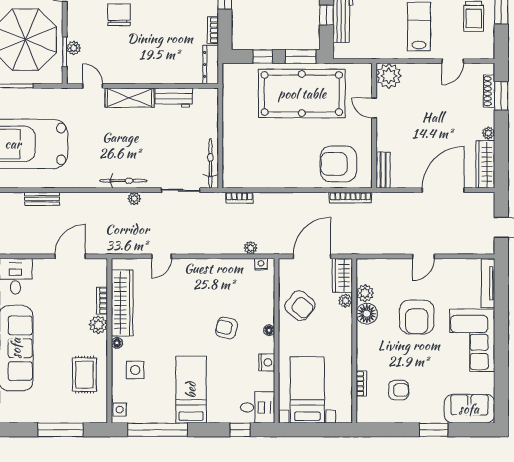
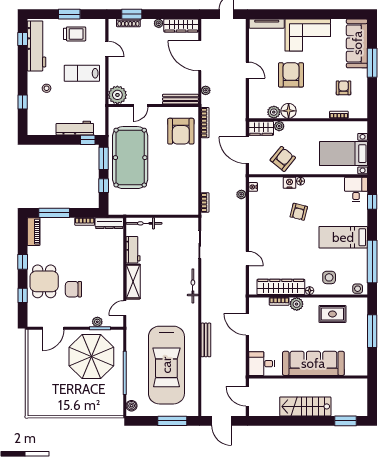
window: (326, 15) -> (88, 140), moved
bicycle: (210, 163) -> (144, 223), moved
bench: (383, 170) -> (180, 99), width x1.36
bench: (42, 199) -> (206, 340), width x1.36
plant: (134, 199) -> (206, 90), moved
armchair: (417, 317) -> (291, 75), turned -90
nightstand: (267, 362) -> (289, 183), moved
sofa: (469, 409) -> (357, 43), width x1.36
window: (434, 430) -> (372, 63), width x1.44

